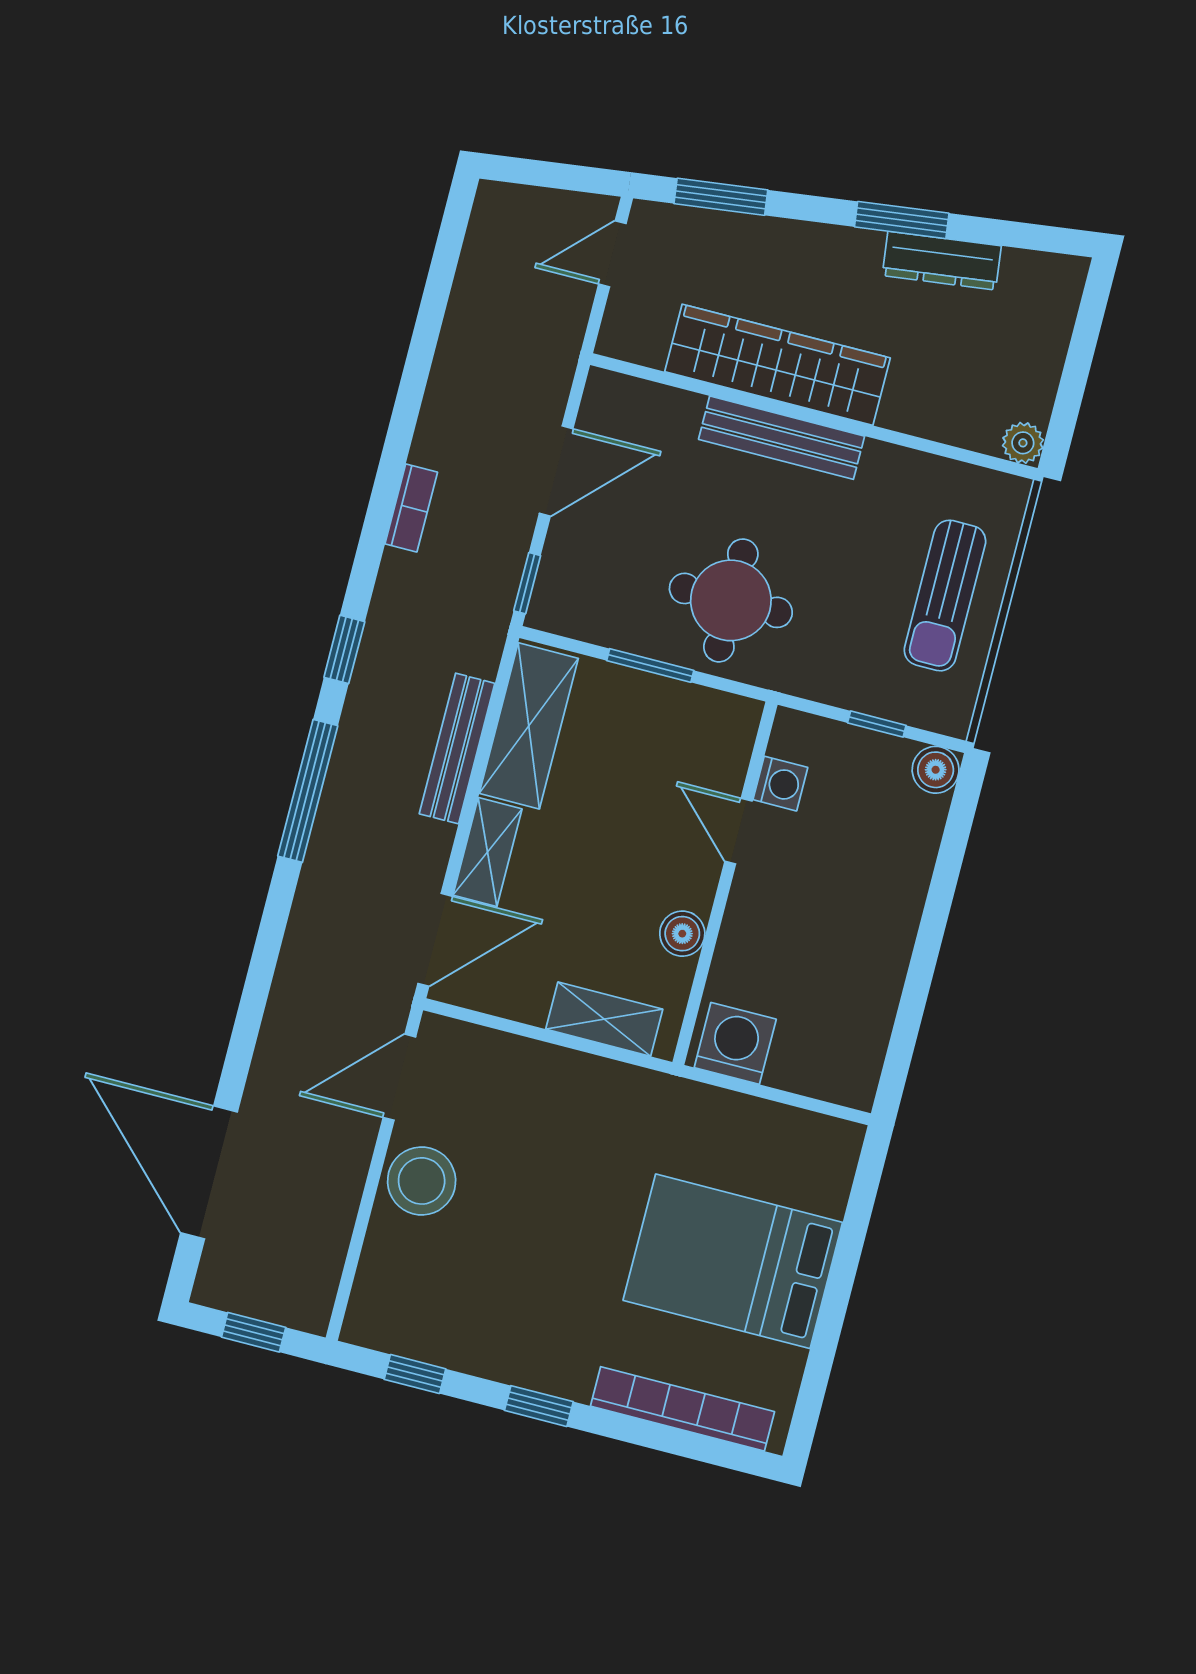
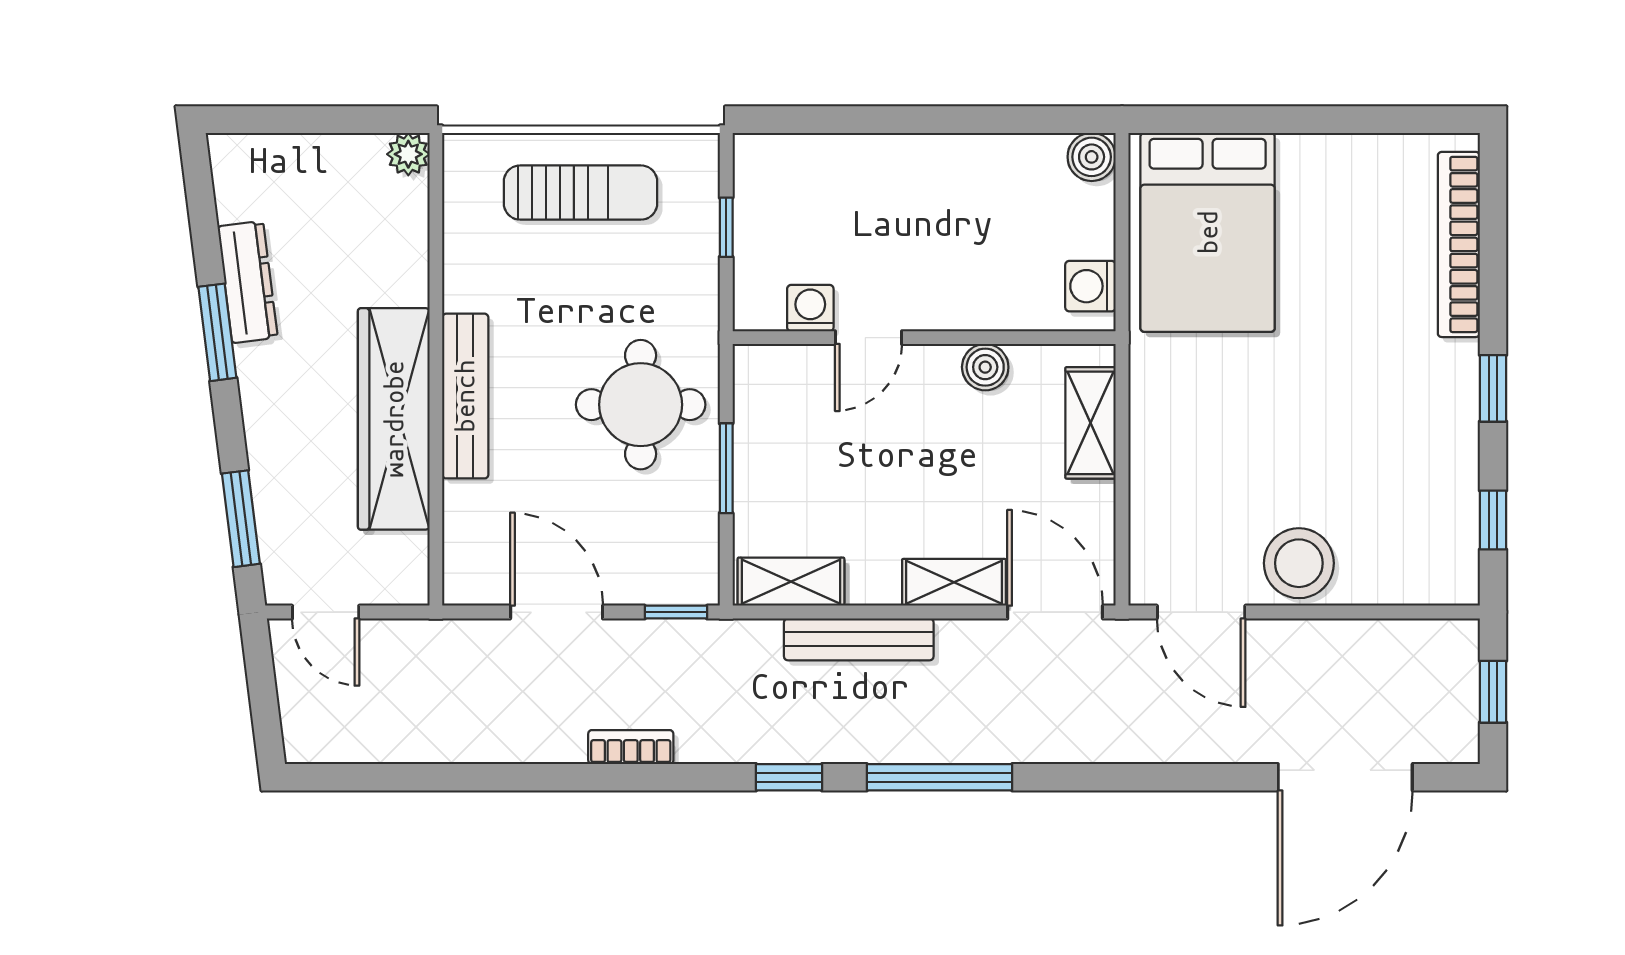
shelving: (529, 726) -> (791, 582), width x0.67, depth x0.75
boiler: (936, 770) -> (1092, 157), moved
washing machine: (735, 1043) -> (1090, 286), width x0.73, depth x0.73
bed: (733, 1261) -> (1208, 232), moved

